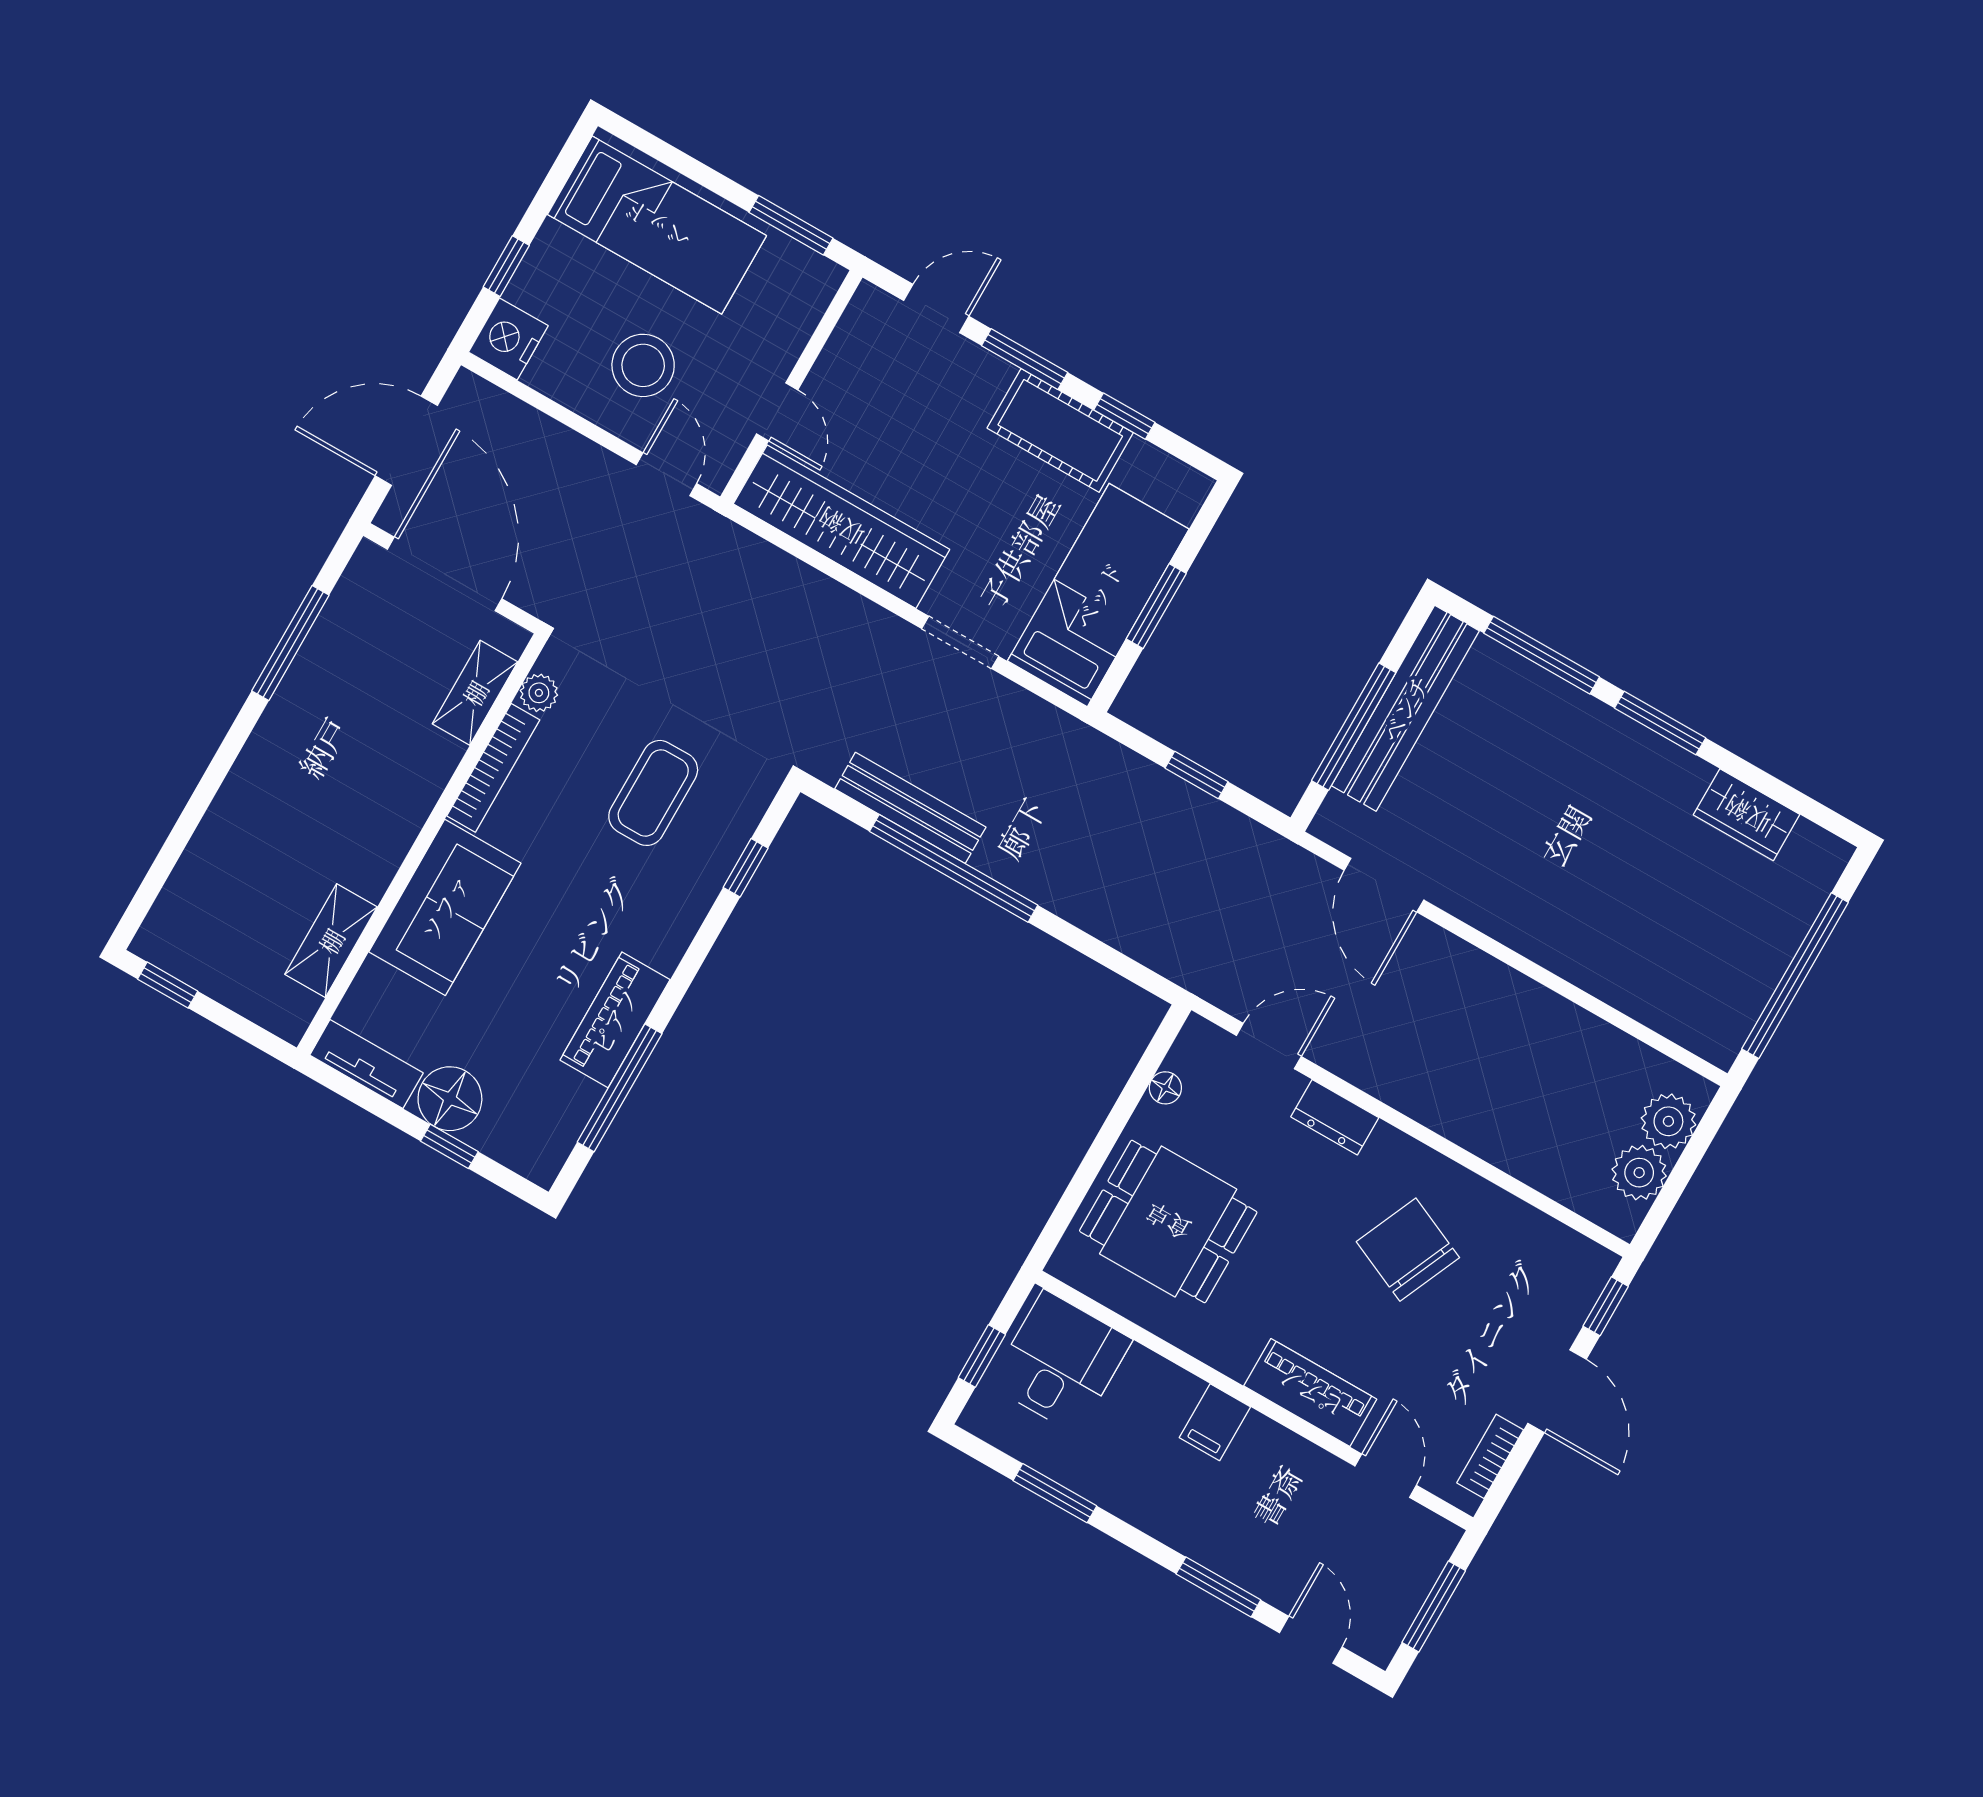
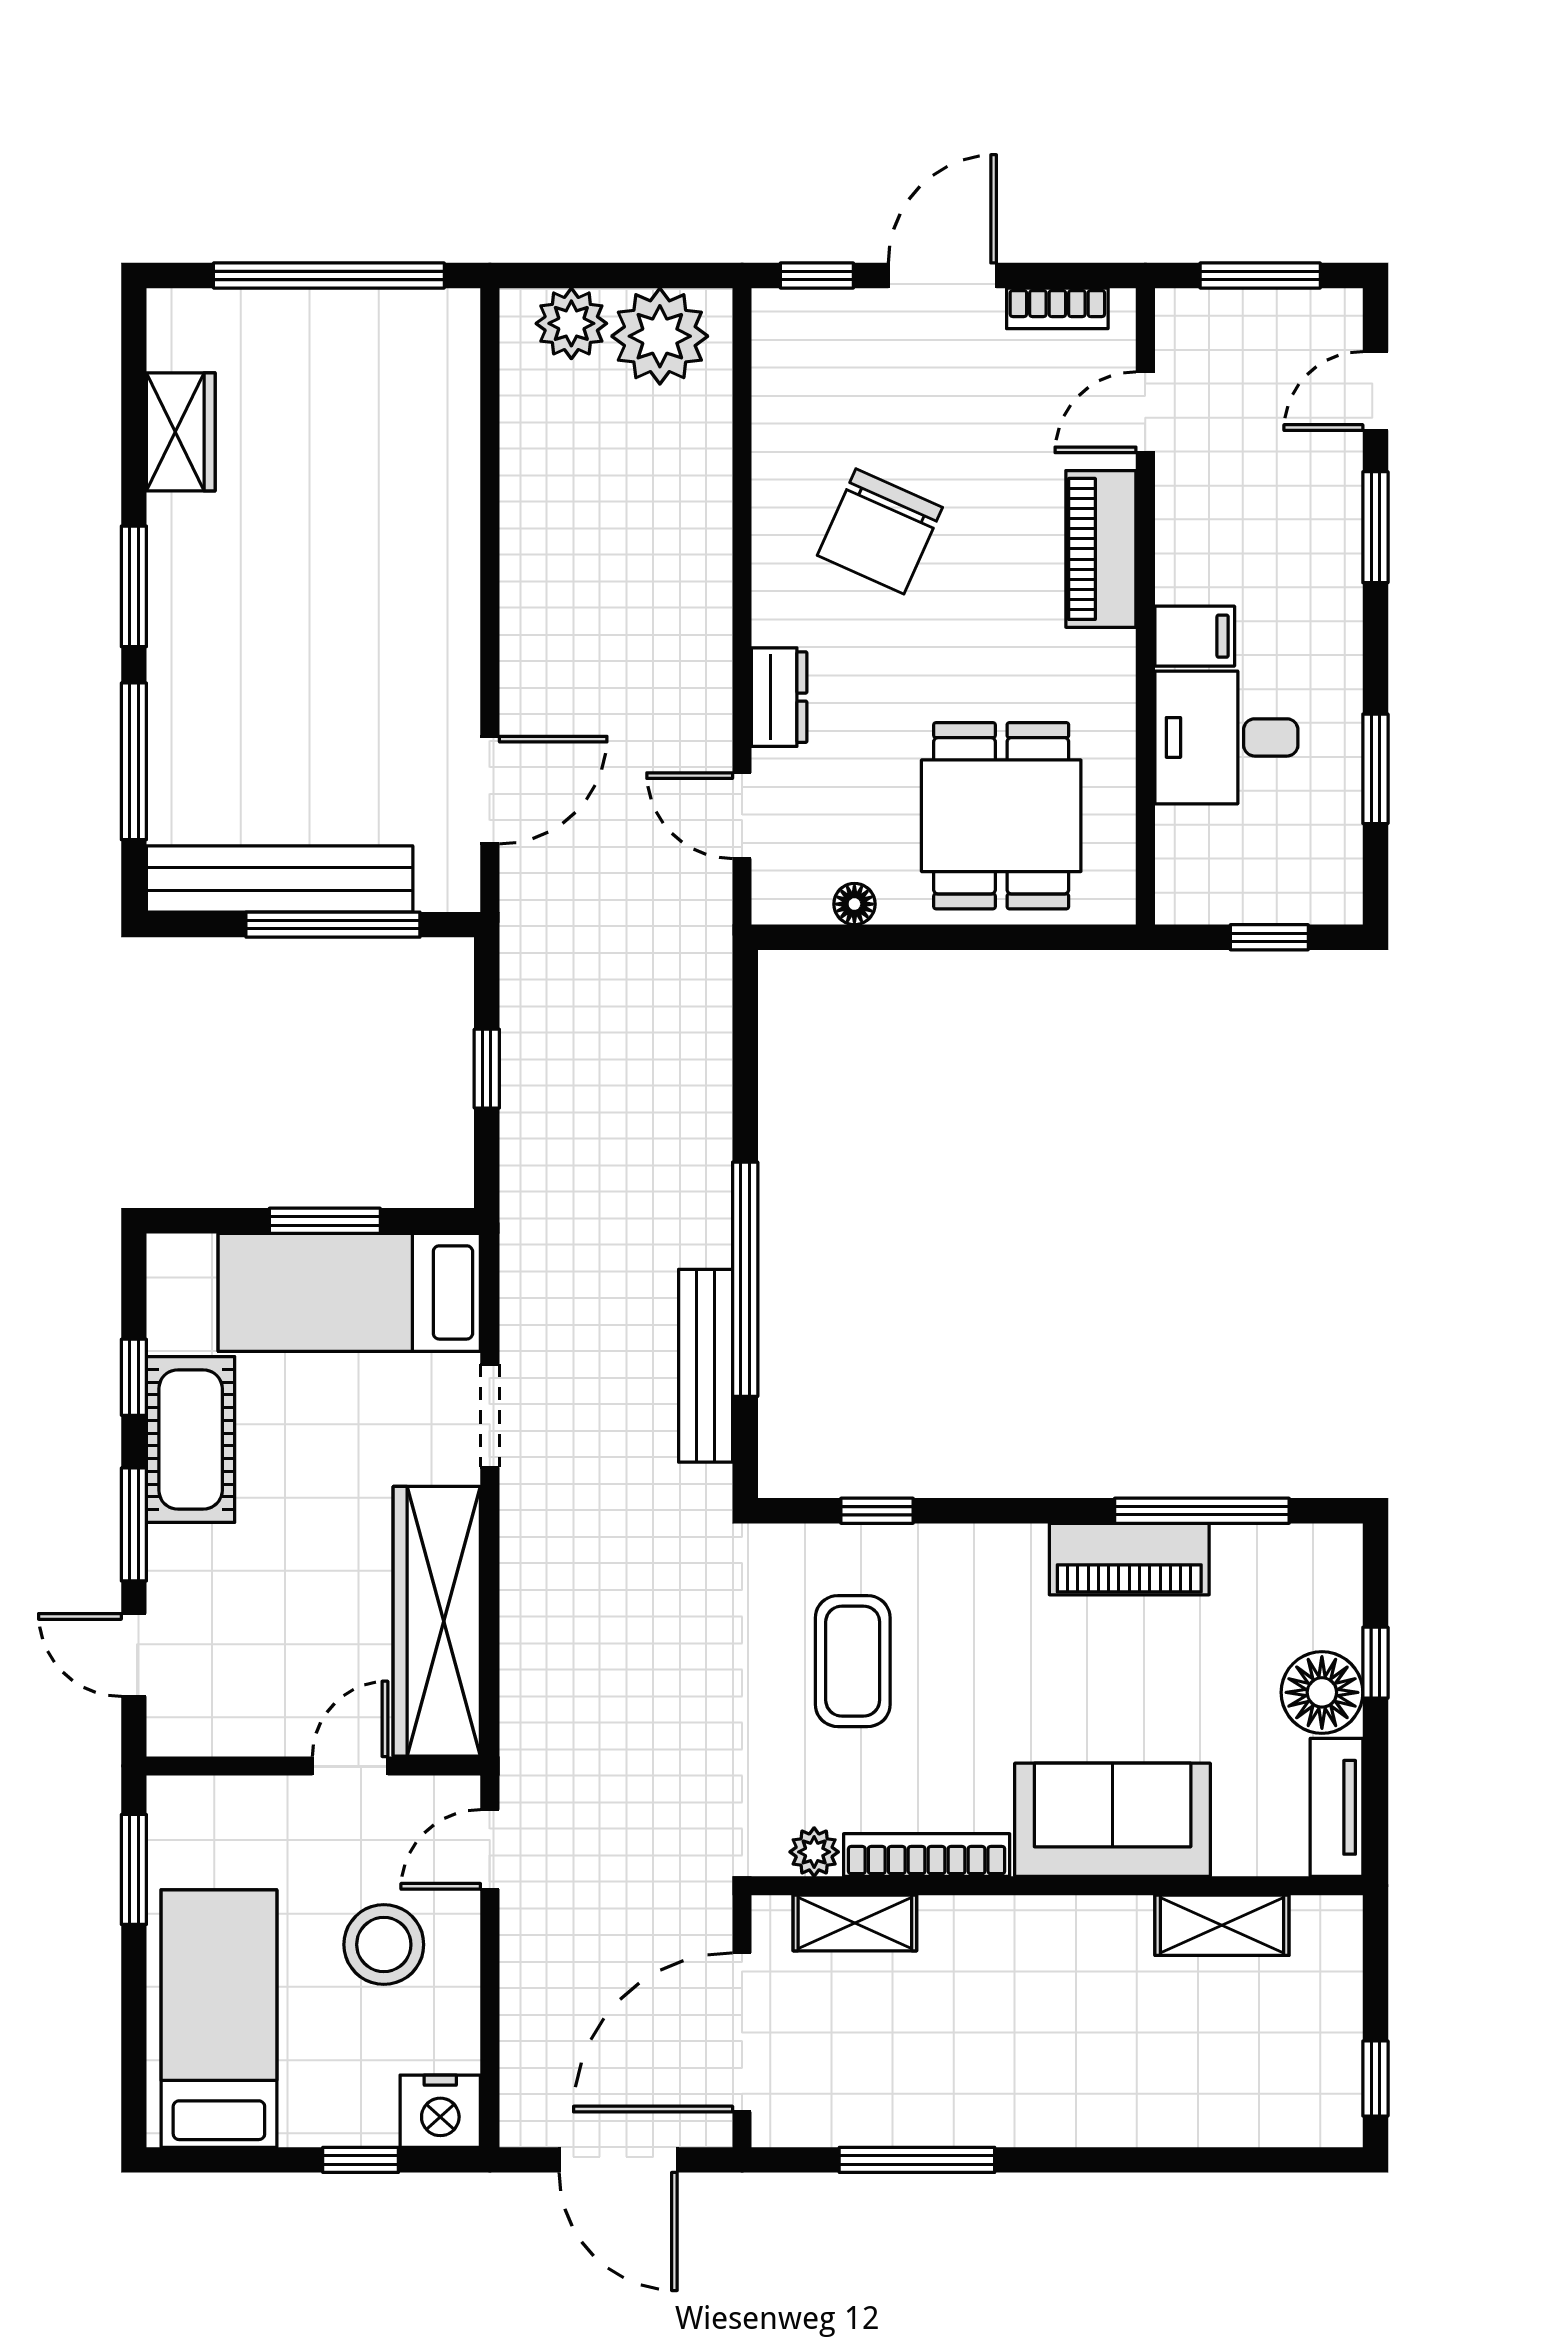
coffee table: (653, 793) -> (853, 1661), turned 90
plant: (1639, 1173) -> (660, 336), width x1.36, depth x1.36
desk: (1061, 1362) -> (1226, 737), moved

